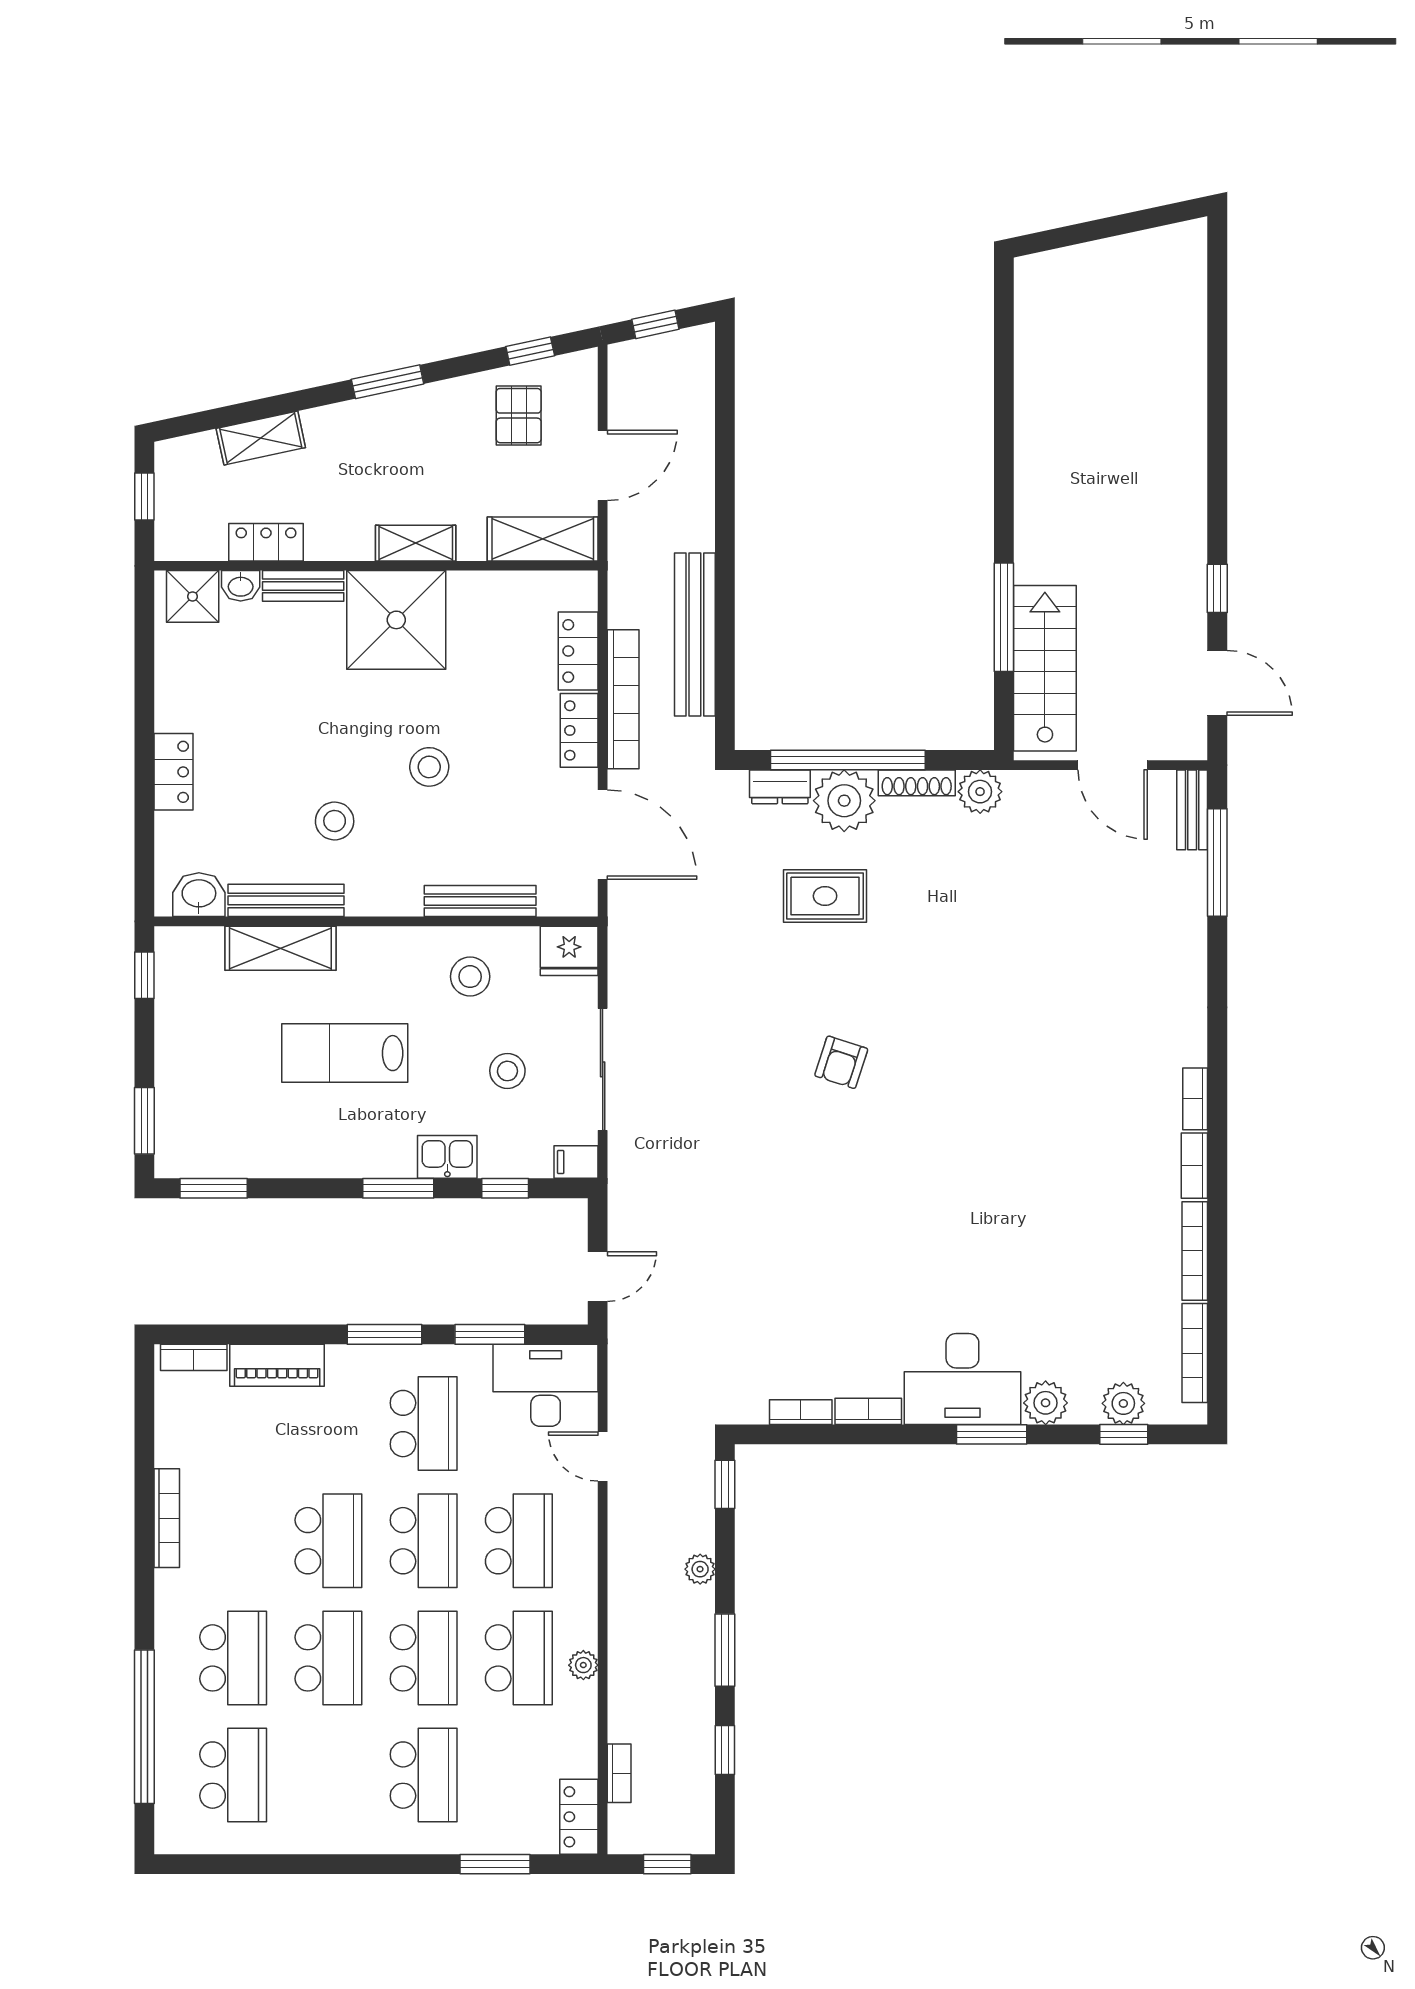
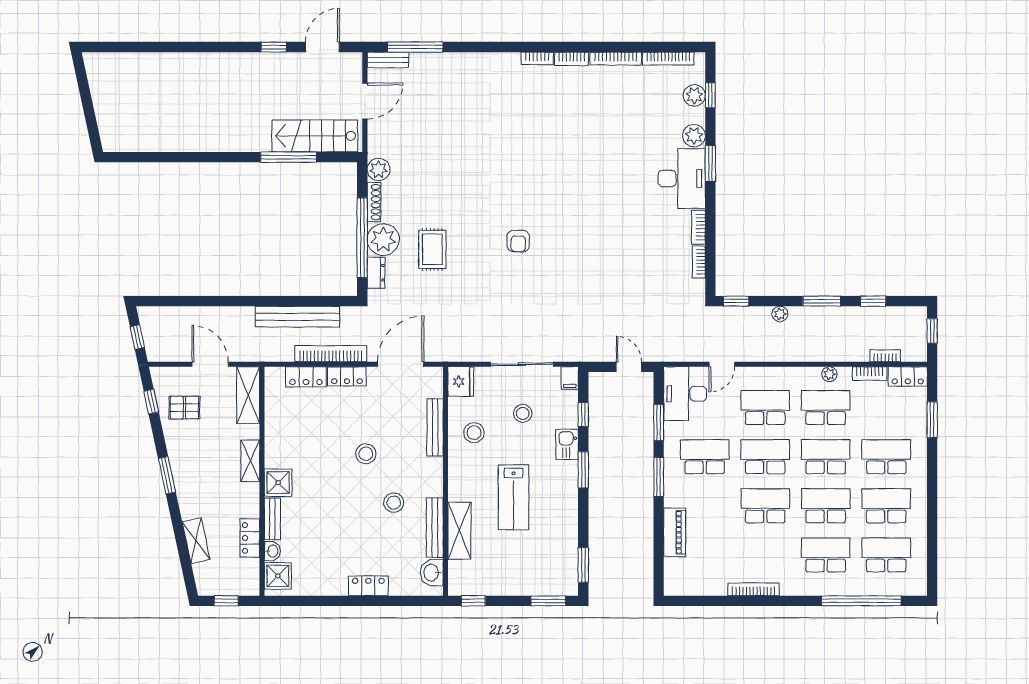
shower: (396, 620) -> (278, 483), width x0.54, depth x0.54
armchair: (841, 1062) -> (518, 241), turned 72
bookcase: (194, 1357) -> (870, 374), moved, turned 90
school desk: (328, 1775) -> (886, 506), added

